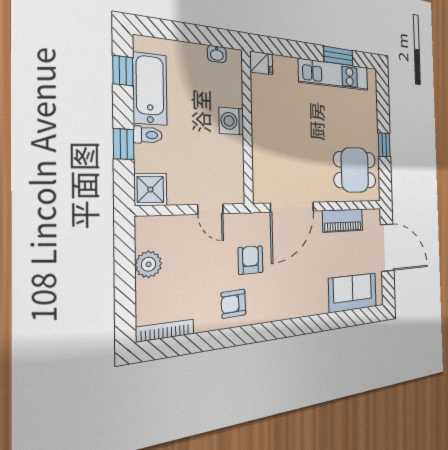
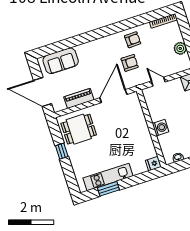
armchair: (251, 260) -> (130, 63), turned -90

